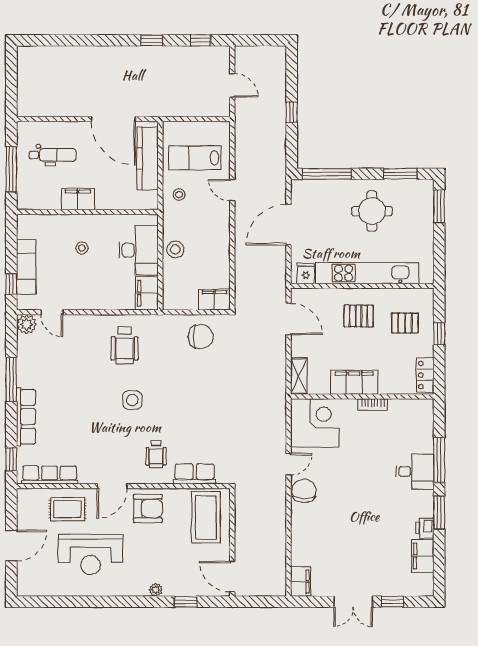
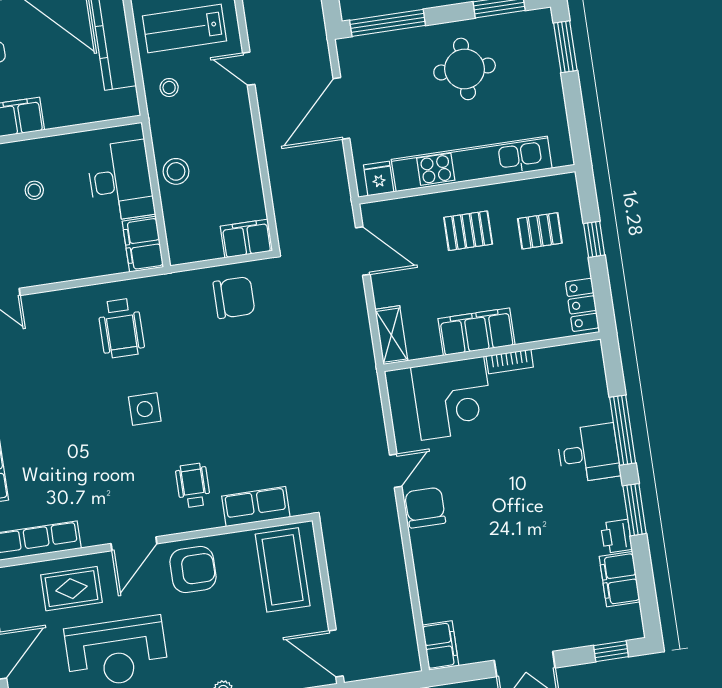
corner desk: (315, 423) -> (453, 398), moved, turned 90
wheelchair: (156, 454) -> (193, 485), turned 180
window: (393, 602) -> (611, 651), moved

